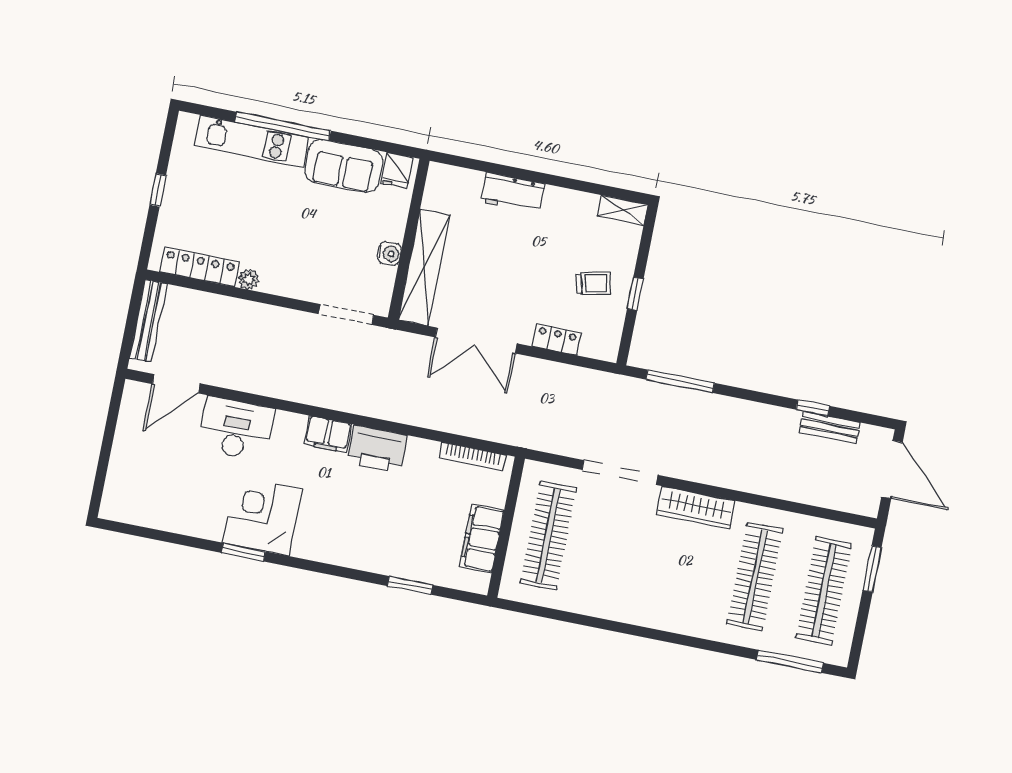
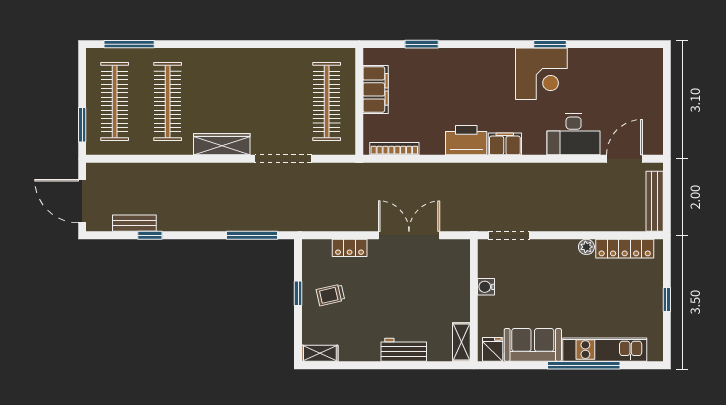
shelving: (424, 267) -> (461, 342), moved, width x0.45, depth x0.75

